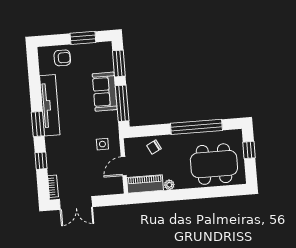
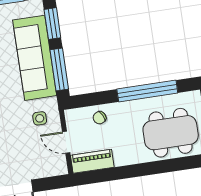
sofa: (105, 92) -> (35, 58), width x1.85, depth x1.27
door: (124, 166) -> (66, 142), hinge flipped
plant: (169, 185) -> (120, 160), removed

